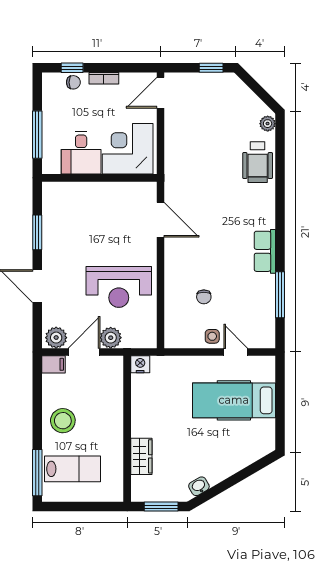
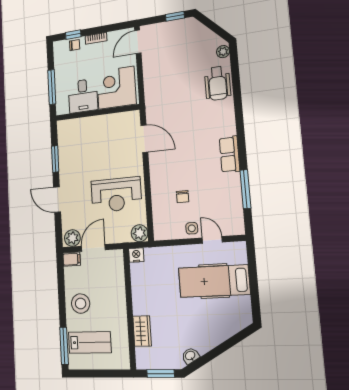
plant: (111, 338) -> (140, 233), moved

